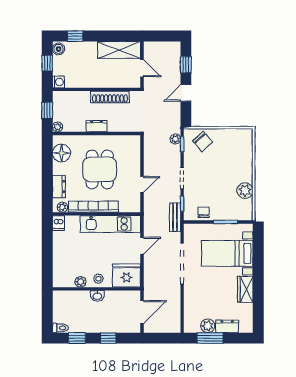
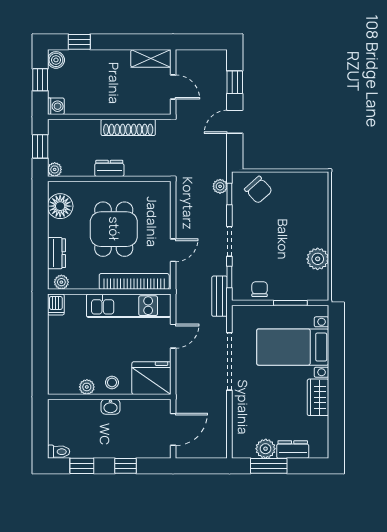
shelving: (119, 50) -> (151, 58), width x0.67, depth x0.75
bookcase: (93, 207) -> (134, 281), moved

